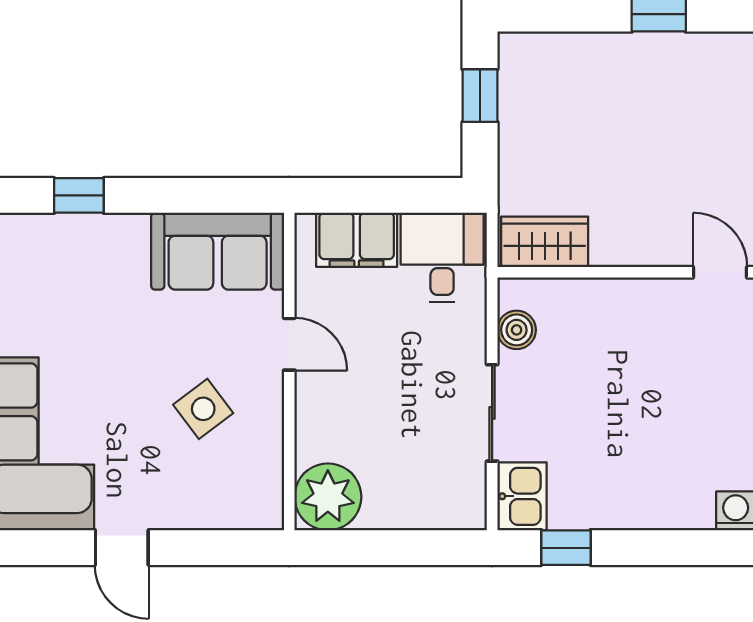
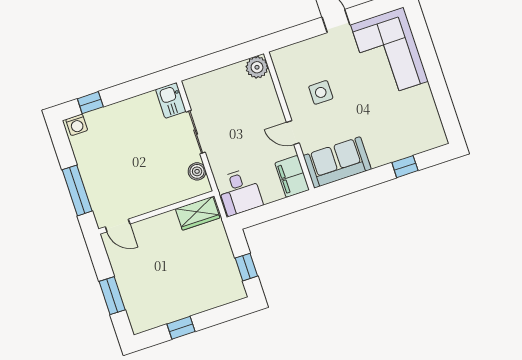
filing cabinet: (357, 240) -> (292, 176), moved, turned -90
side table: (203, 409) -> (321, 92), turned 37
plant: (328, 497) -> (257, 67), width x0.73, depth x0.73
window: (566, 548) -> (90, 103), moved

